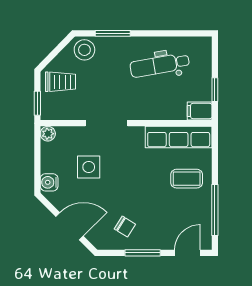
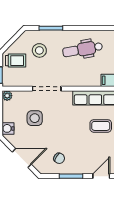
stool: (84, 50) -> (39, 50), moved

